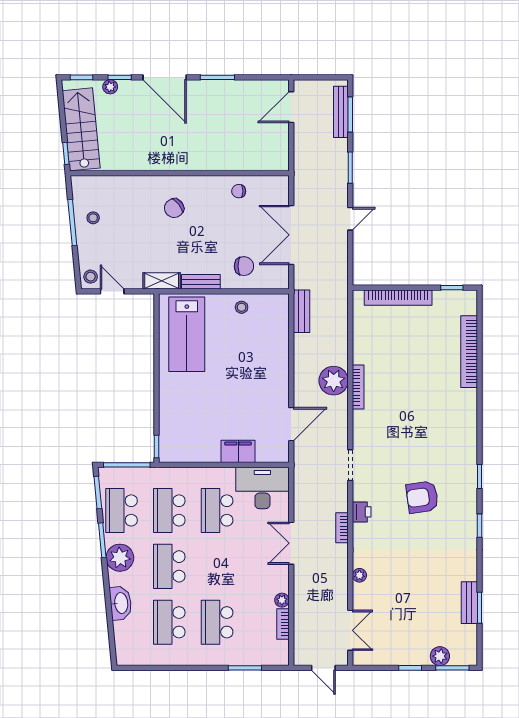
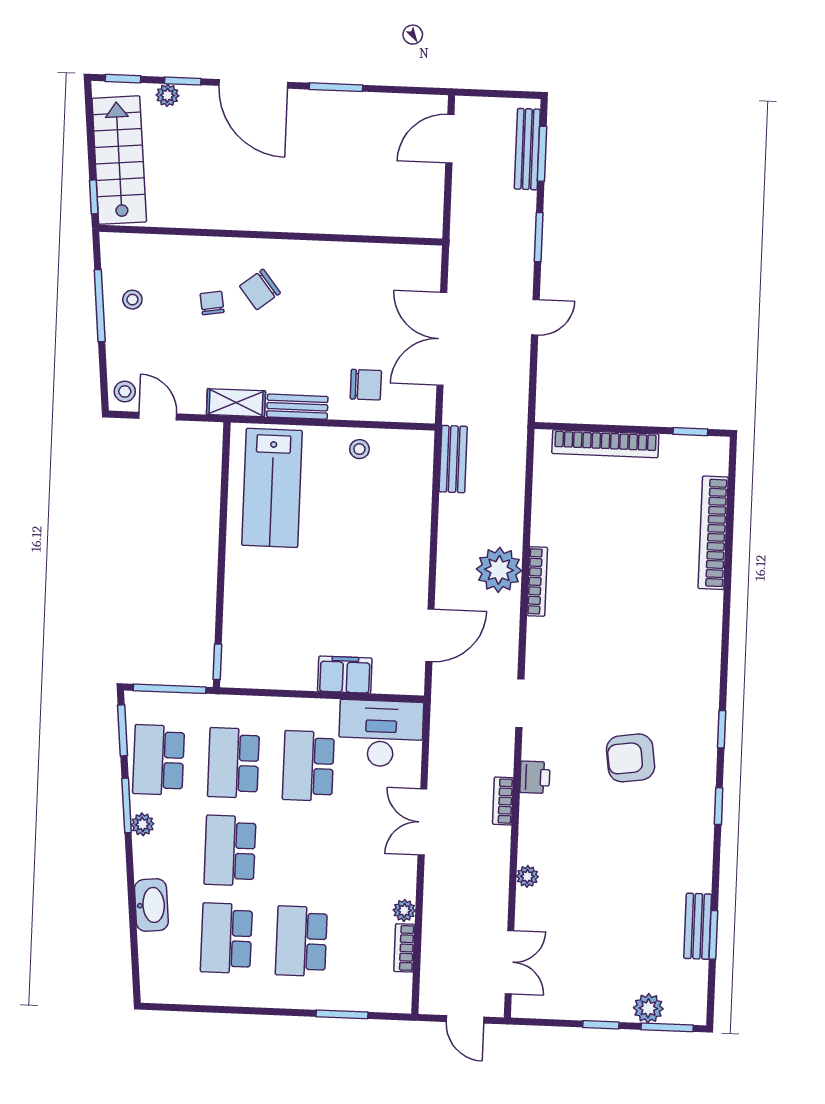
chair: (239, 191) -> (212, 303), moved, turned 81
plant: (120, 558) -> (143, 824), width x0.53, depth x0.53

